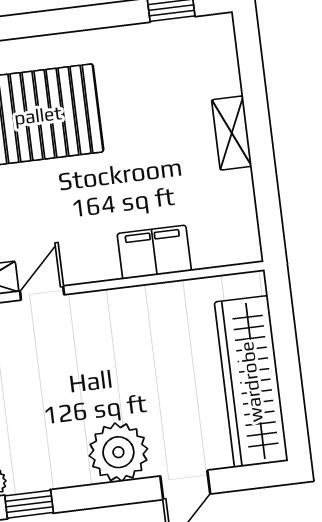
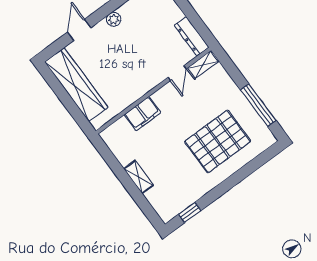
plant: (118, 452) -> (114, 19), width x0.53, depth x0.53

